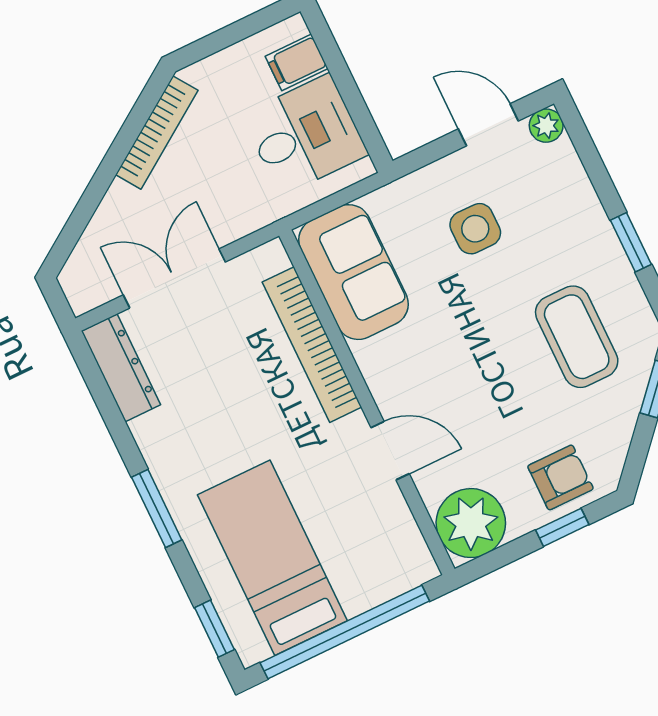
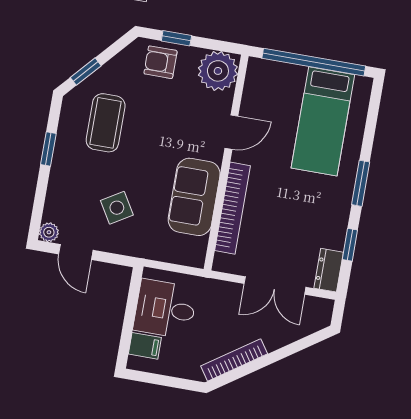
side table: (475, 229) -> (117, 208), turned -31
sofa: (353, 272) -> (194, 197), moved
dresser: (121, 368) -> (329, 270), width x0.70
door: (390, 451) -> (231, 132), swing flipped
window: (214, 629) -> (350, 245), moved

